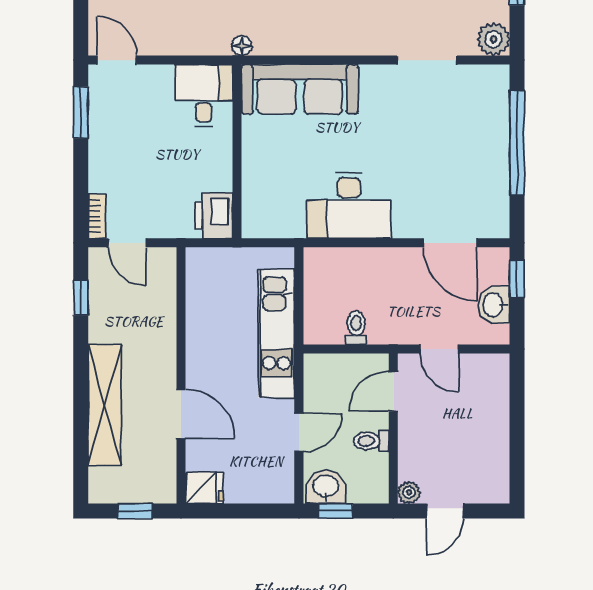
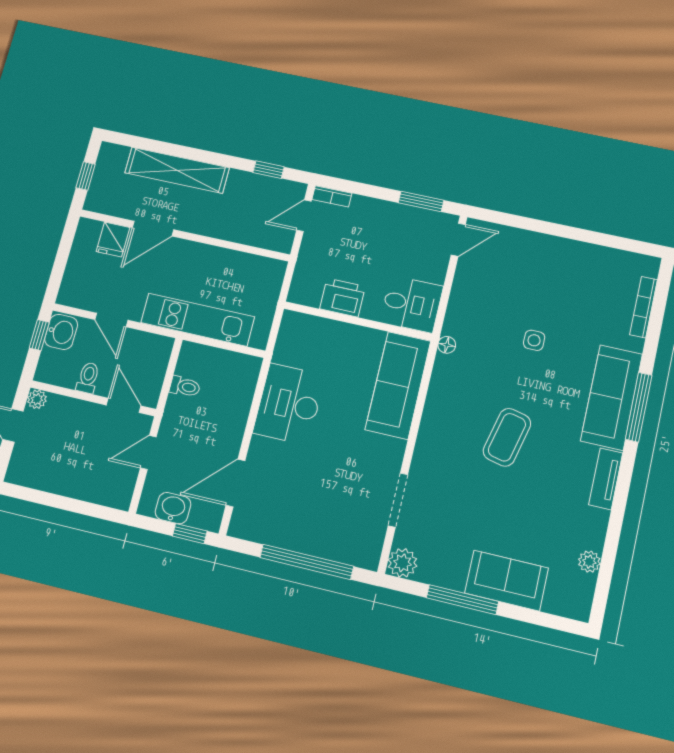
printer: (214, 216) -> (342, 298), moved
fridge: (204, 488) -> (113, 239), moved

